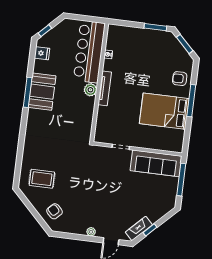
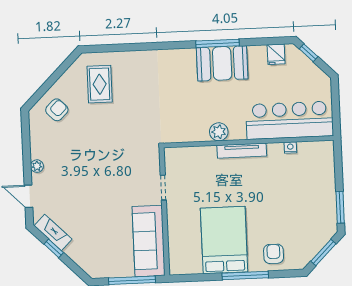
plant: (90, 90) -> (219, 132), moved

